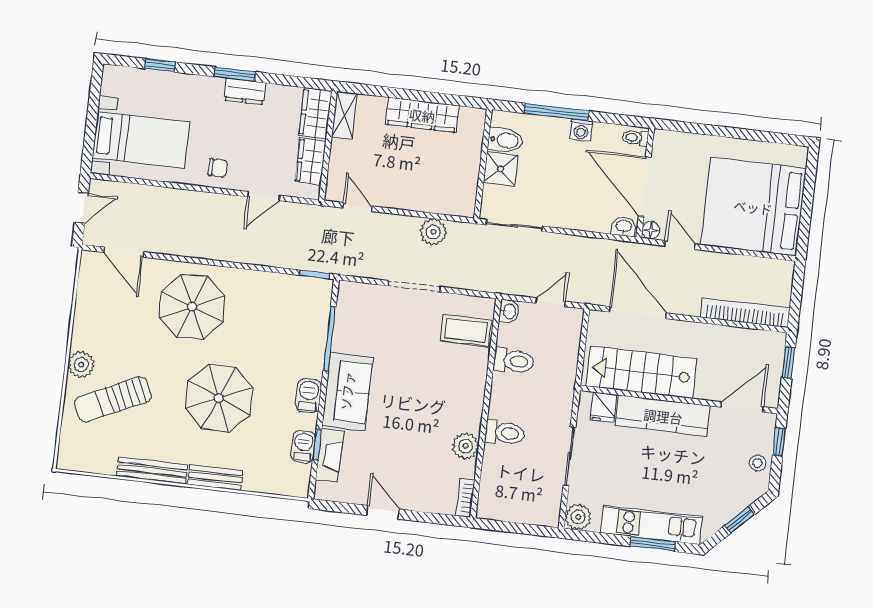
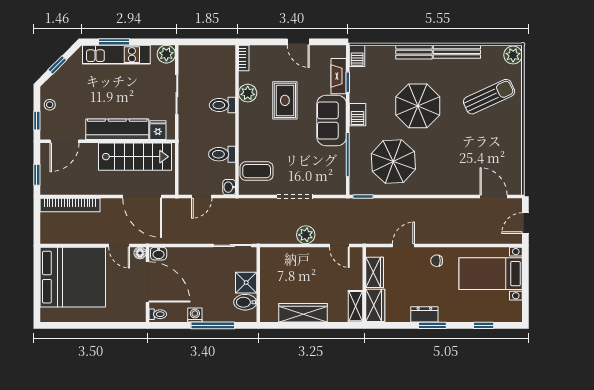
plant: (433, 232) -> (306, 235), moved
parasol: (192, 307) -> (393, 162), moved
plant: (81, 364) -> (513, 55), moved
rug: (412, 429) -> (285, 100), added
barbecue: (303, 447) -> (357, 56), moved

